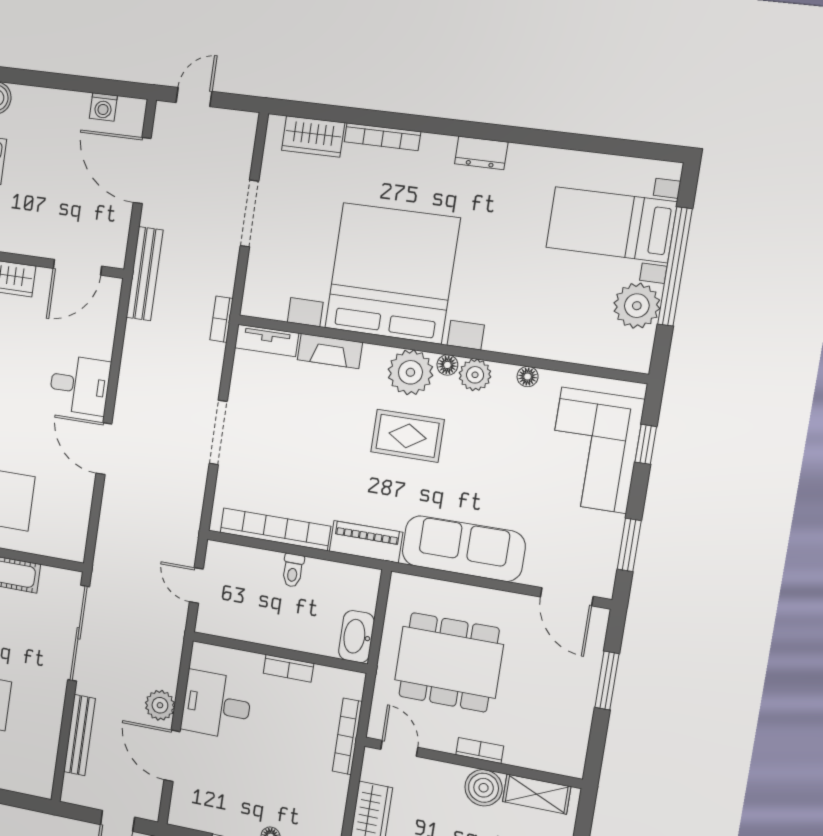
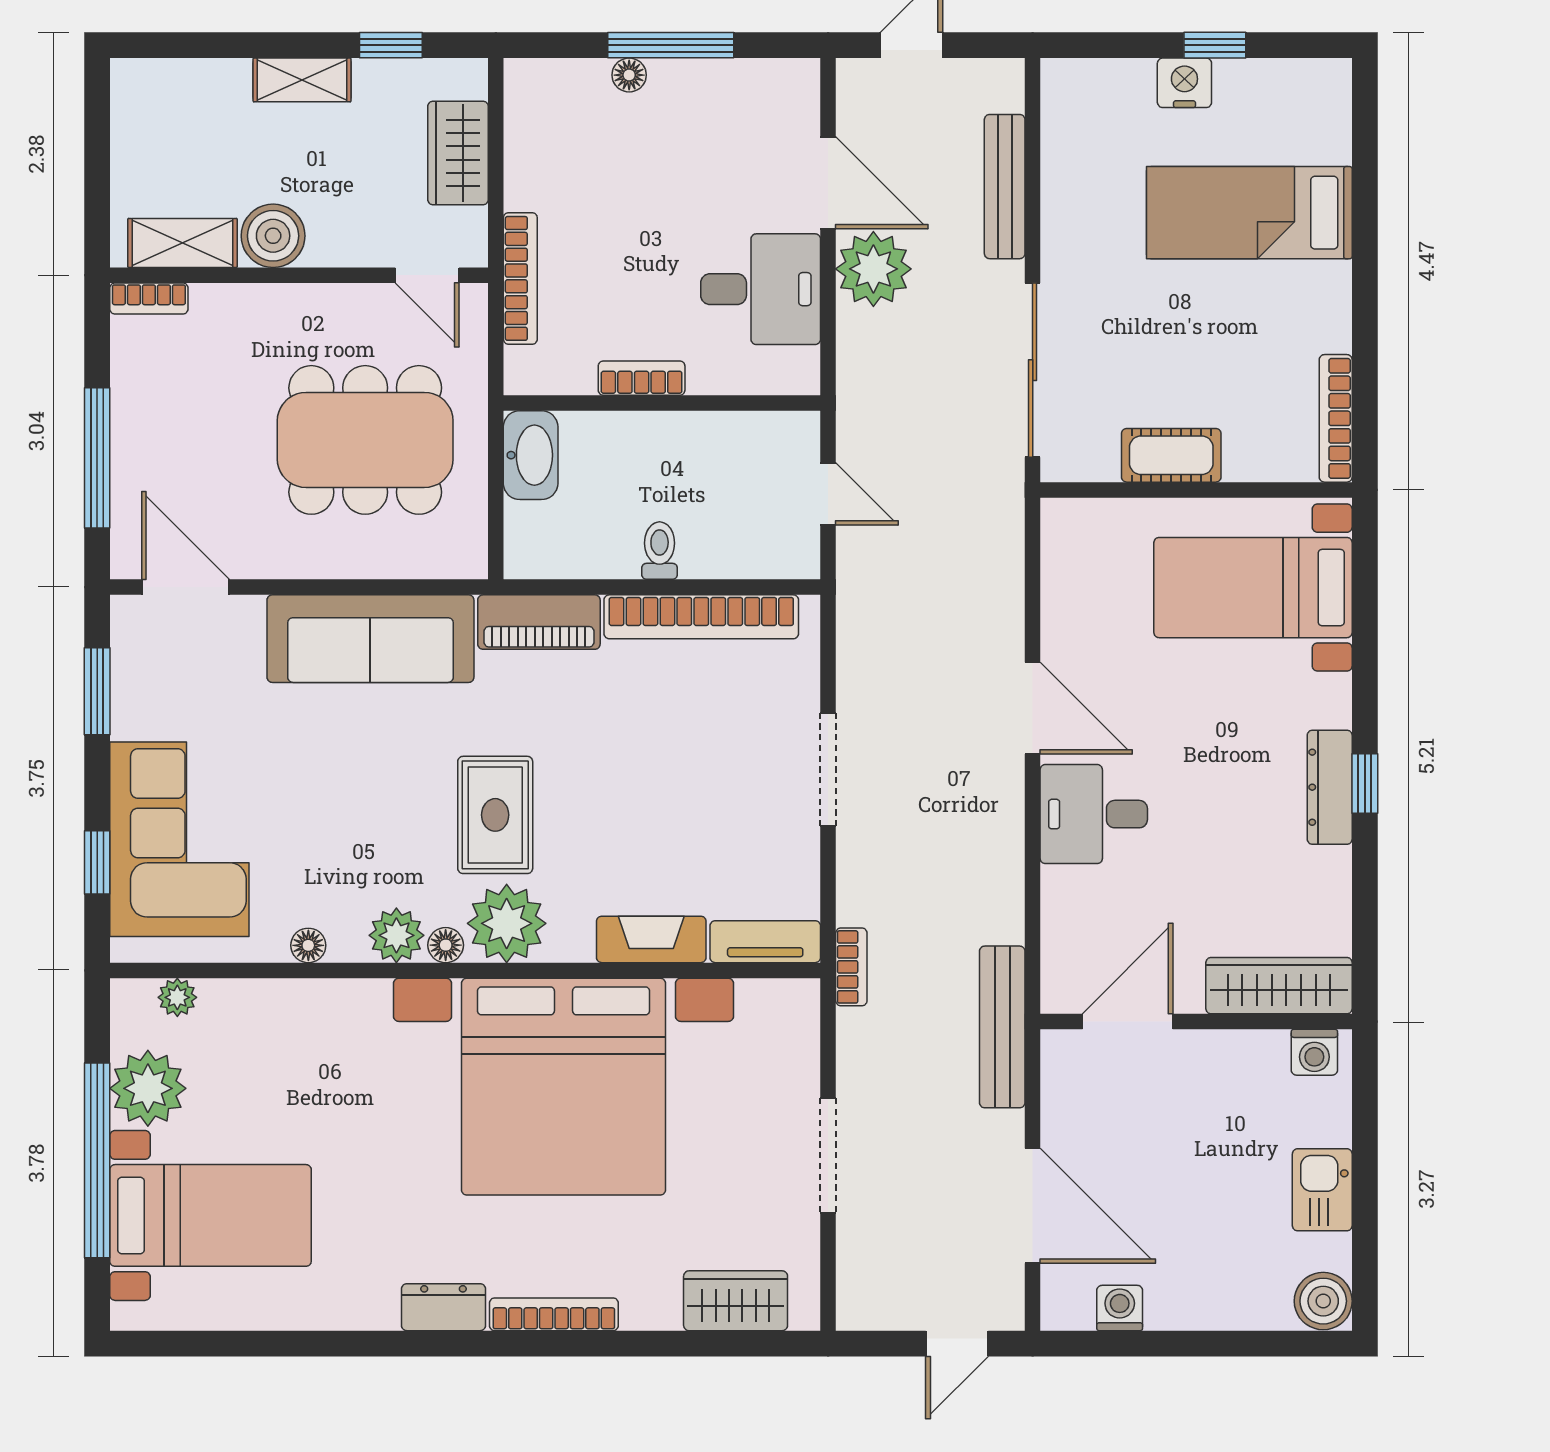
bookcase: (382, 137) -> (554, 1314), moved
plant: (610, 357) -> (177, 997), added
rug: (407, 436) -> (495, 815), turned 90
window: (607, 681) -> (97, 458), width x1.44
plant: (160, 705) -> (873, 269), width x1.36, depth x1.36
bookcase: (480, 750) -> (149, 299), moved

